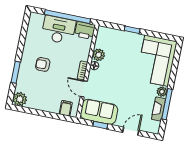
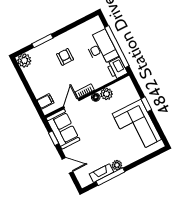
corner sofa: (157, 61) -> (137, 127), moved, turned -90

